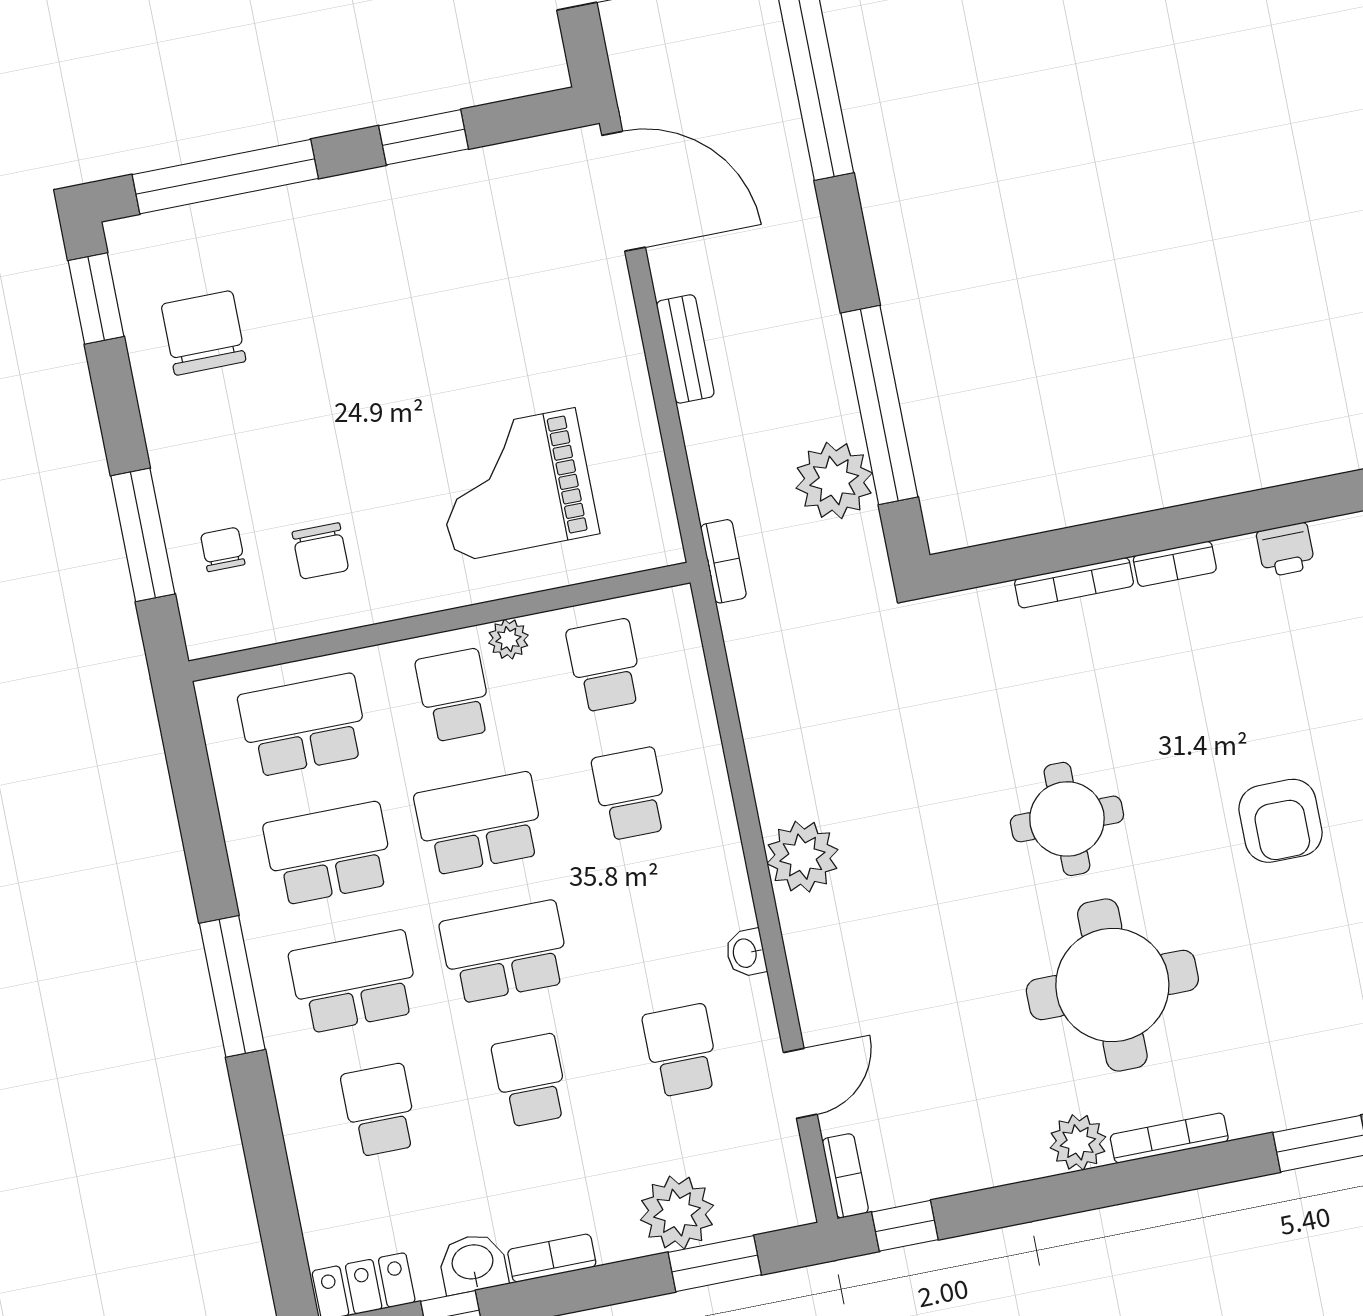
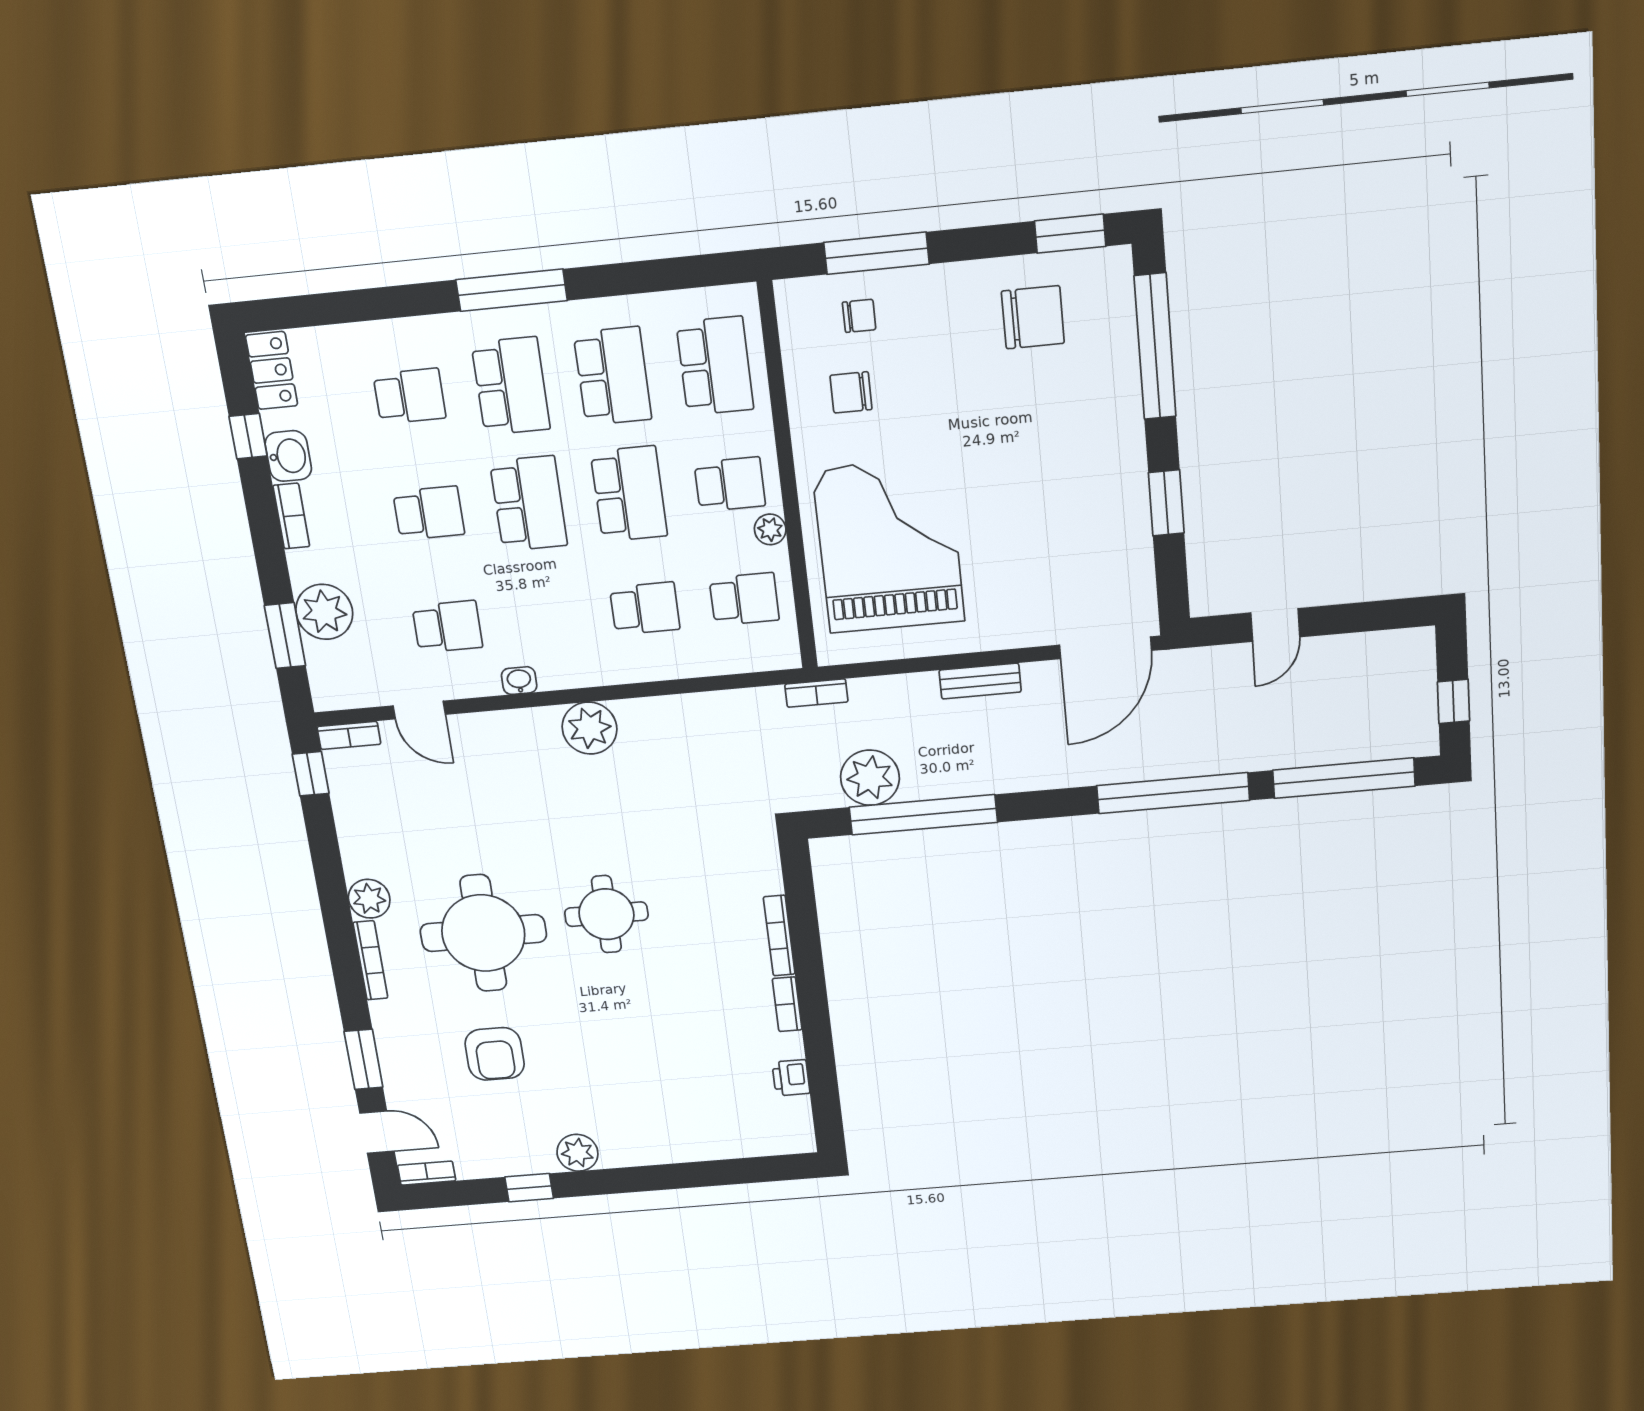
grand piano: (515, 485) -> (889, 546), width x1.37, depth x1.48
armchair: (1281, 821) -> (495, 1054), moved, turned -90

